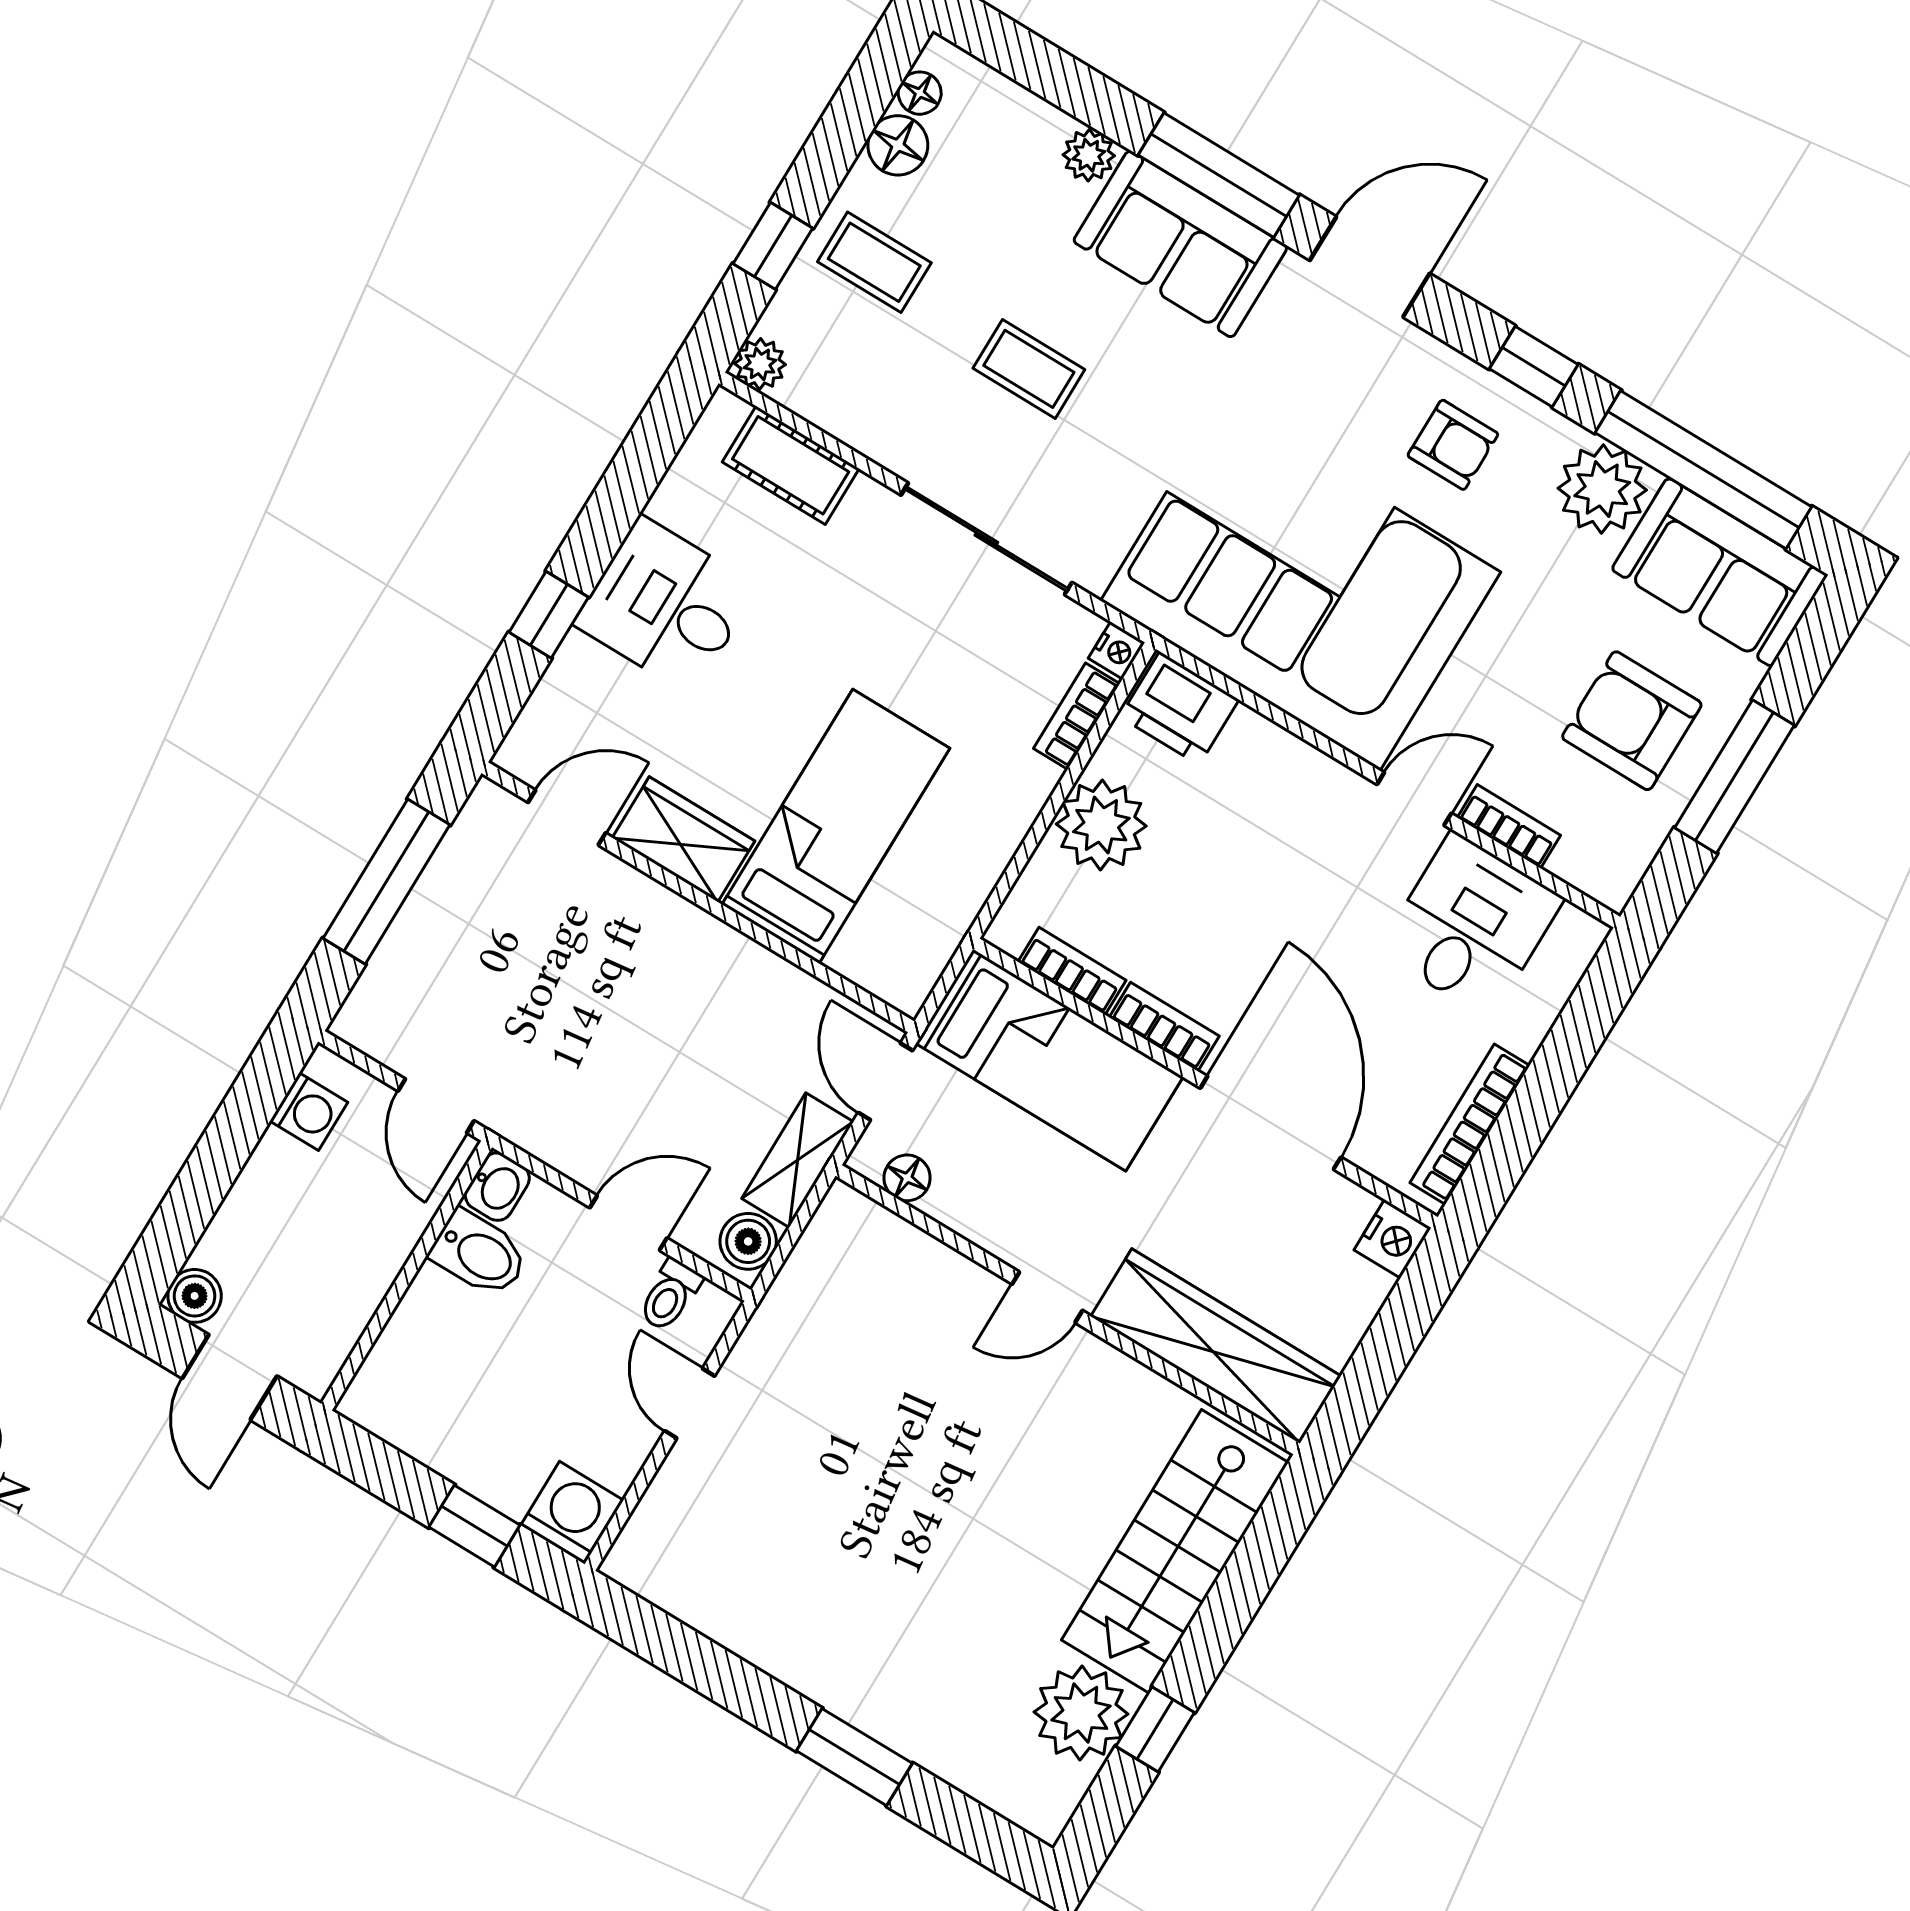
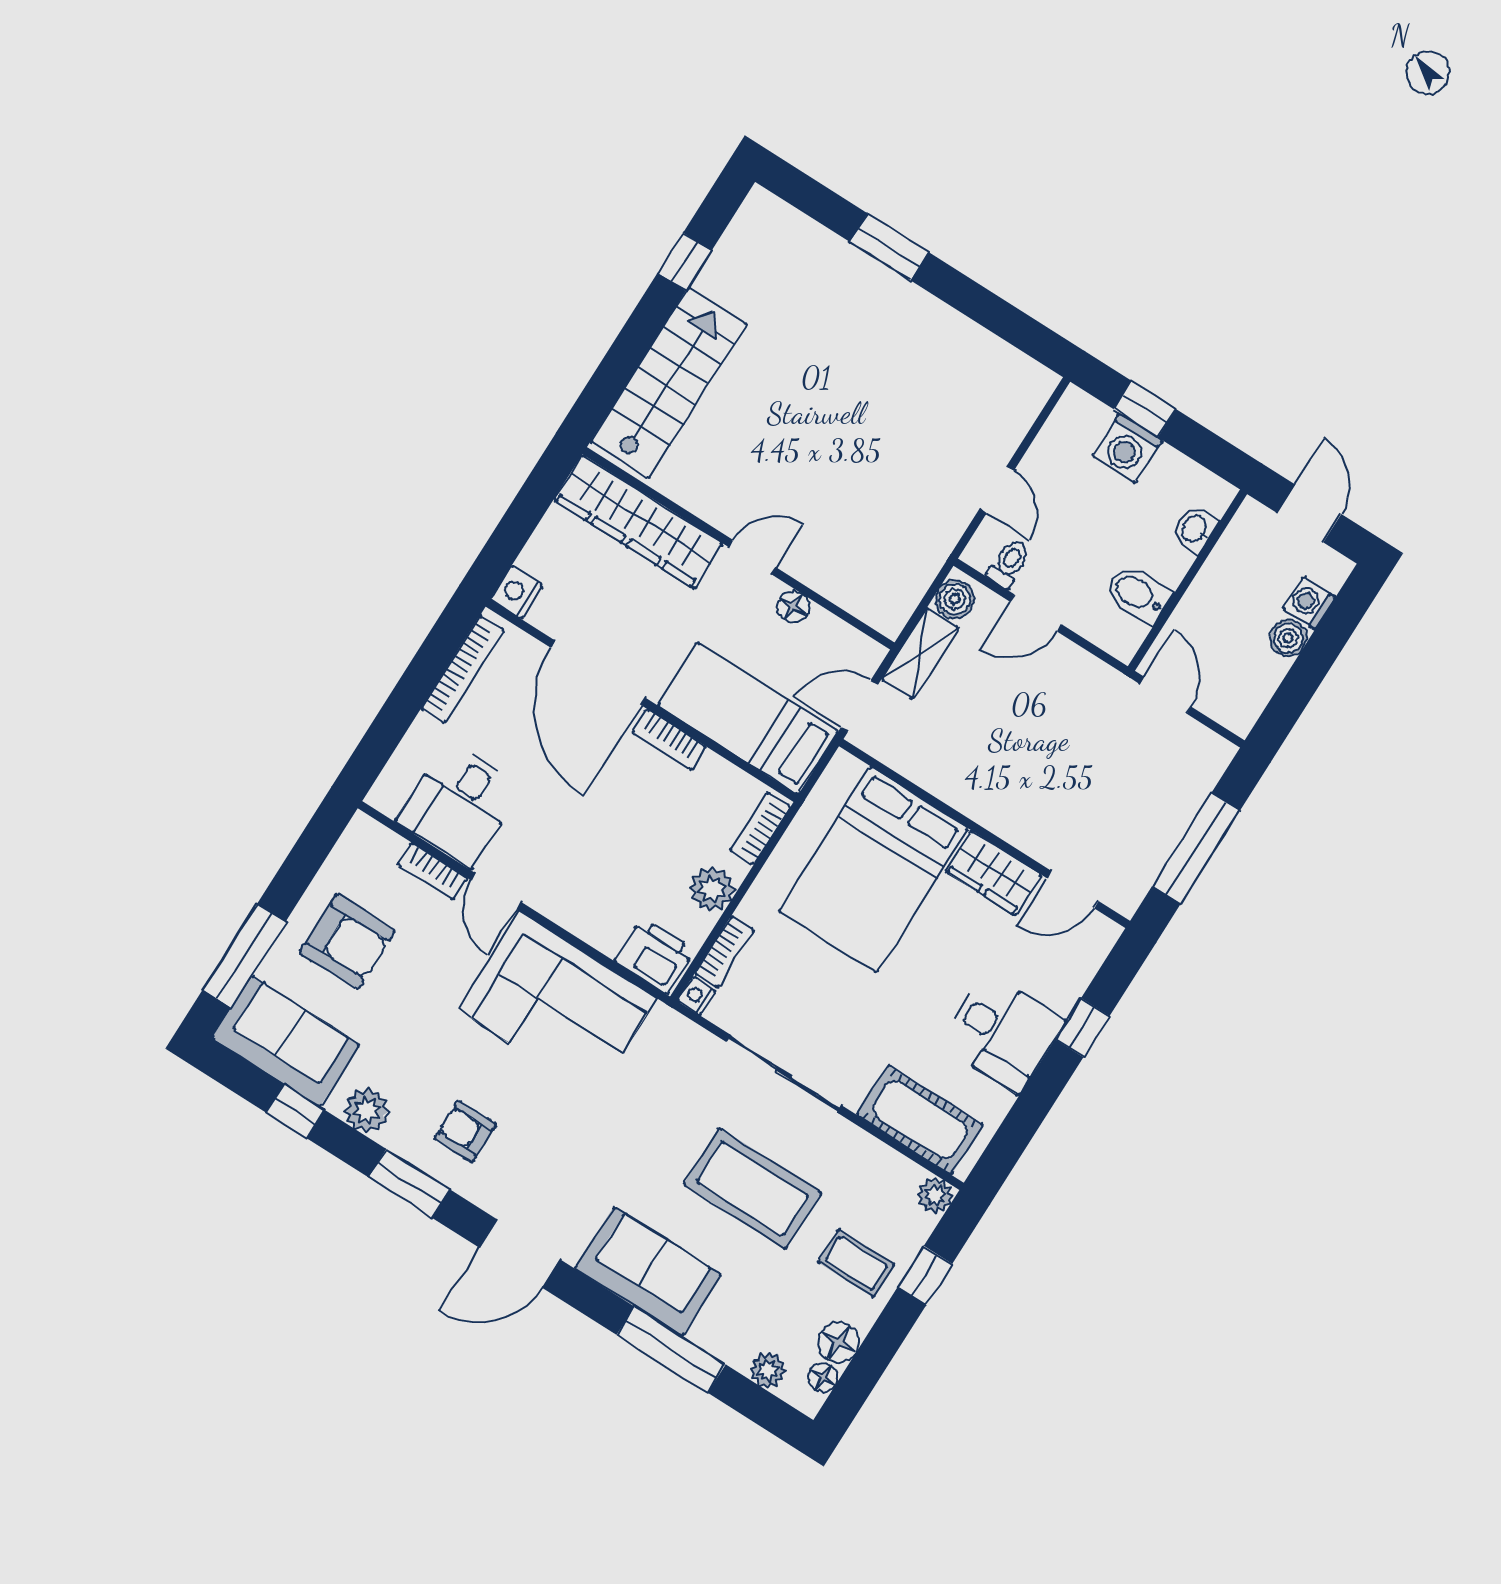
plant: (1089, 155) -> (768, 1370), moved
window: (1219, 175) -> (671, 1350), moved
window: (1534, 367) -> (409, 1183), width x1.50
coffee table: (1029, 369) -> (753, 1189), width x1.86, depth x1.72
cot: (791, 465) -> (920, 1120), width x1.37, depth x1.34
window: (1703, 470) -> (295, 1111), width x0.32
plant: (1602, 489) -> (367, 1110), width x0.73, depth x0.73
corner sofa: (1301, 586) -> (557, 1004), width x0.73, depth x0.74
window: (1734, 777) -> (244, 956), moved
door: (1414, 799) -> (496, 891), hinge flipped
plant: (1101, 825) -> (712, 889), width x0.73, depth x0.73
bed: (836, 826) -> (873, 870), width x1.50
bookcase: (1072, 971) -> (760, 829), moved, turned 90
door: (885, 1082) -> (859, 706), swing flipped
washing machine: (309, 1112) -> (1309, 603), moved
floor lamp: (907, 1178) -> (793, 607), moved
washbasin: (497, 1187) -> (1195, 529), moved
boiler: (195, 1296) -> (1288, 638), moved
washing machine: (572, 1513) -> (1127, 448), moved
plant: (1081, 1713) -> (735, 274), removed

